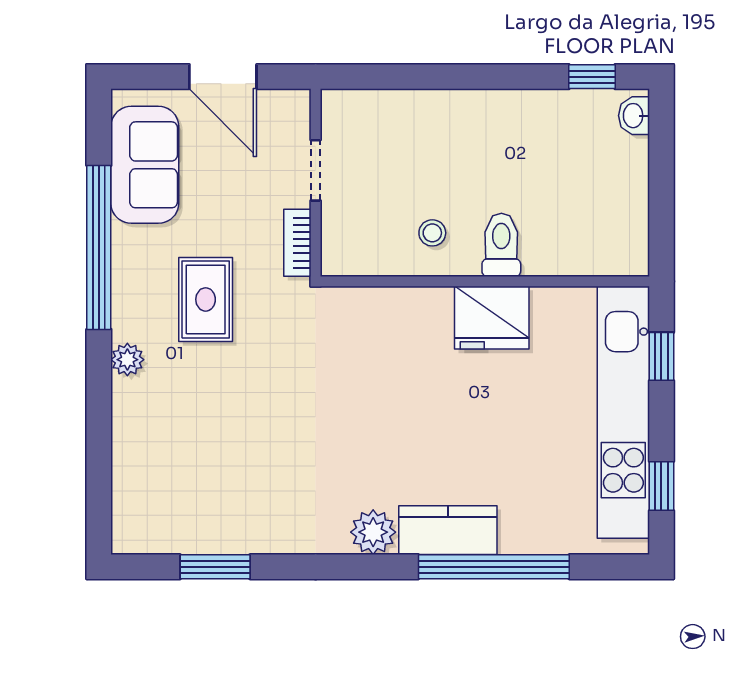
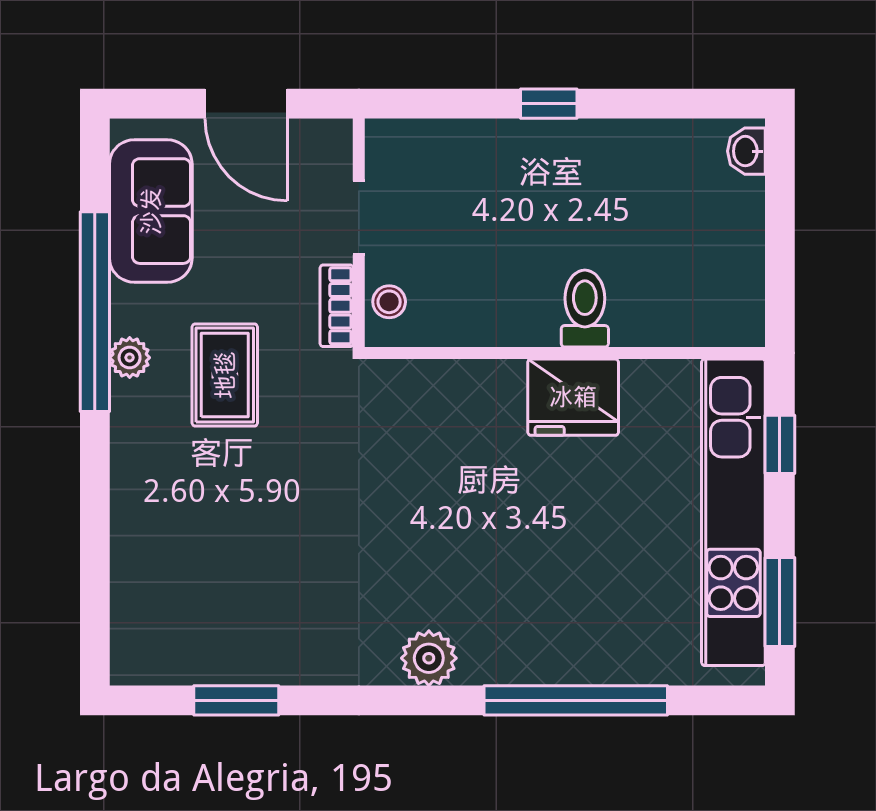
window: (592, 77) -> (549, 104), moved
stool: (432, 233) -> (389, 302), moved
plant: (127, 360) -> (130, 358), moved
window: (661, 486) -> (780, 602), width x1.50
kitchen counter: (448, 530) -> (520, 656), removed

